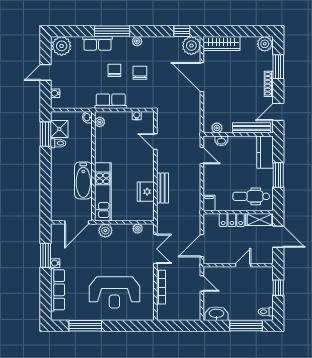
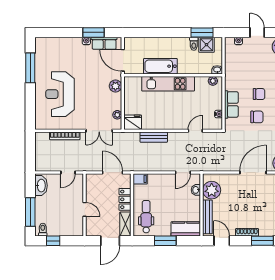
row of seats: (111, 101) -> (231, 104), moved
plant: (217, 128) -> (212, 190), width x1.87, depth x1.87
kitchen unit: (103, 192) -> (168, 84), moved
fridge: (146, 192) -> (133, 122), moved
door: (202, 246) -> (112, 173), moved
window: (278, 288) -> (53, 241), moved
row of seats: (58, 290) -> (104, 43), moved, width x0.68

